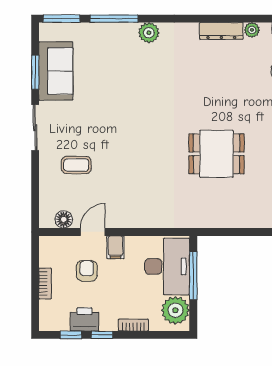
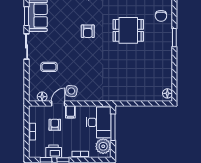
armchair: (147, 100) -> (88, 31), added
dining table: (216, 154) -> (128, 30), moved
side table: (117, 209) -> (71, 91), added

